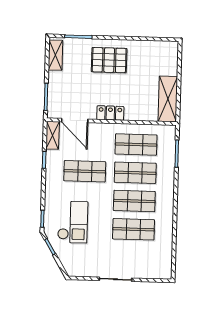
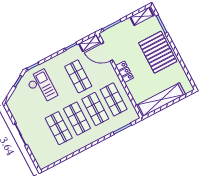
pallet: (109, 60) -> (158, 52), width x1.37, depth x1.41
shelving: (168, 99) -> (161, 100), width x1.47
door: (75, 120) -> (107, 52), hinge flipped
checkout: (73, 222) -> (42, 87), turned -90

